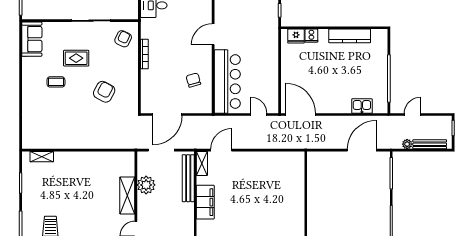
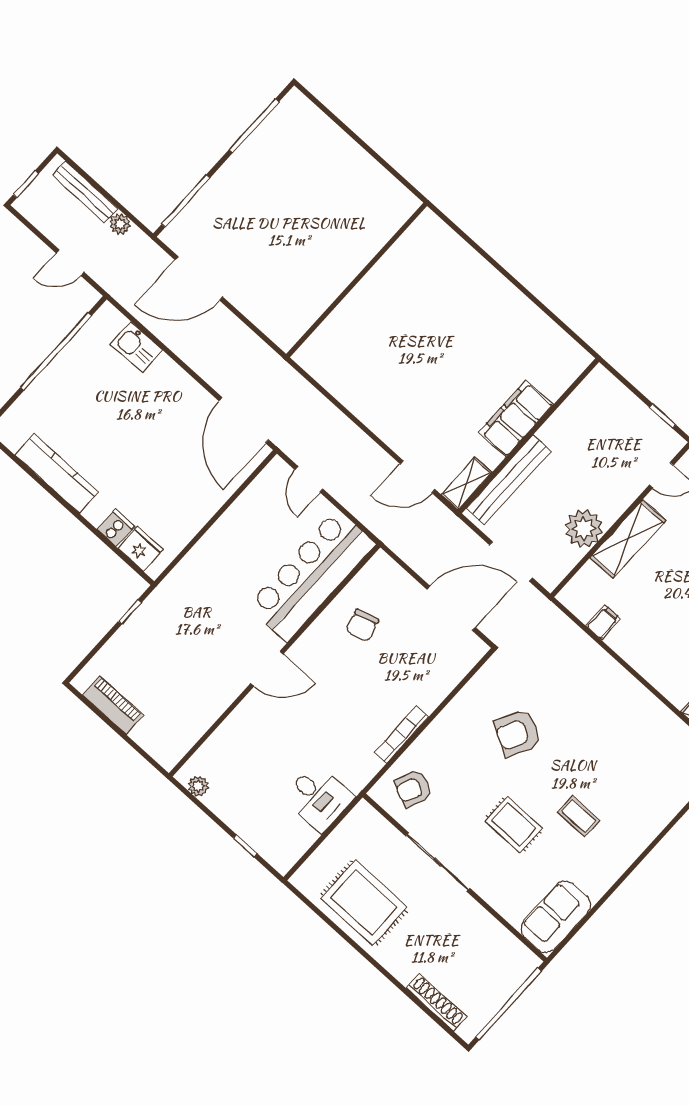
filing cabinet: (109, 158) -> (603, 622), added

